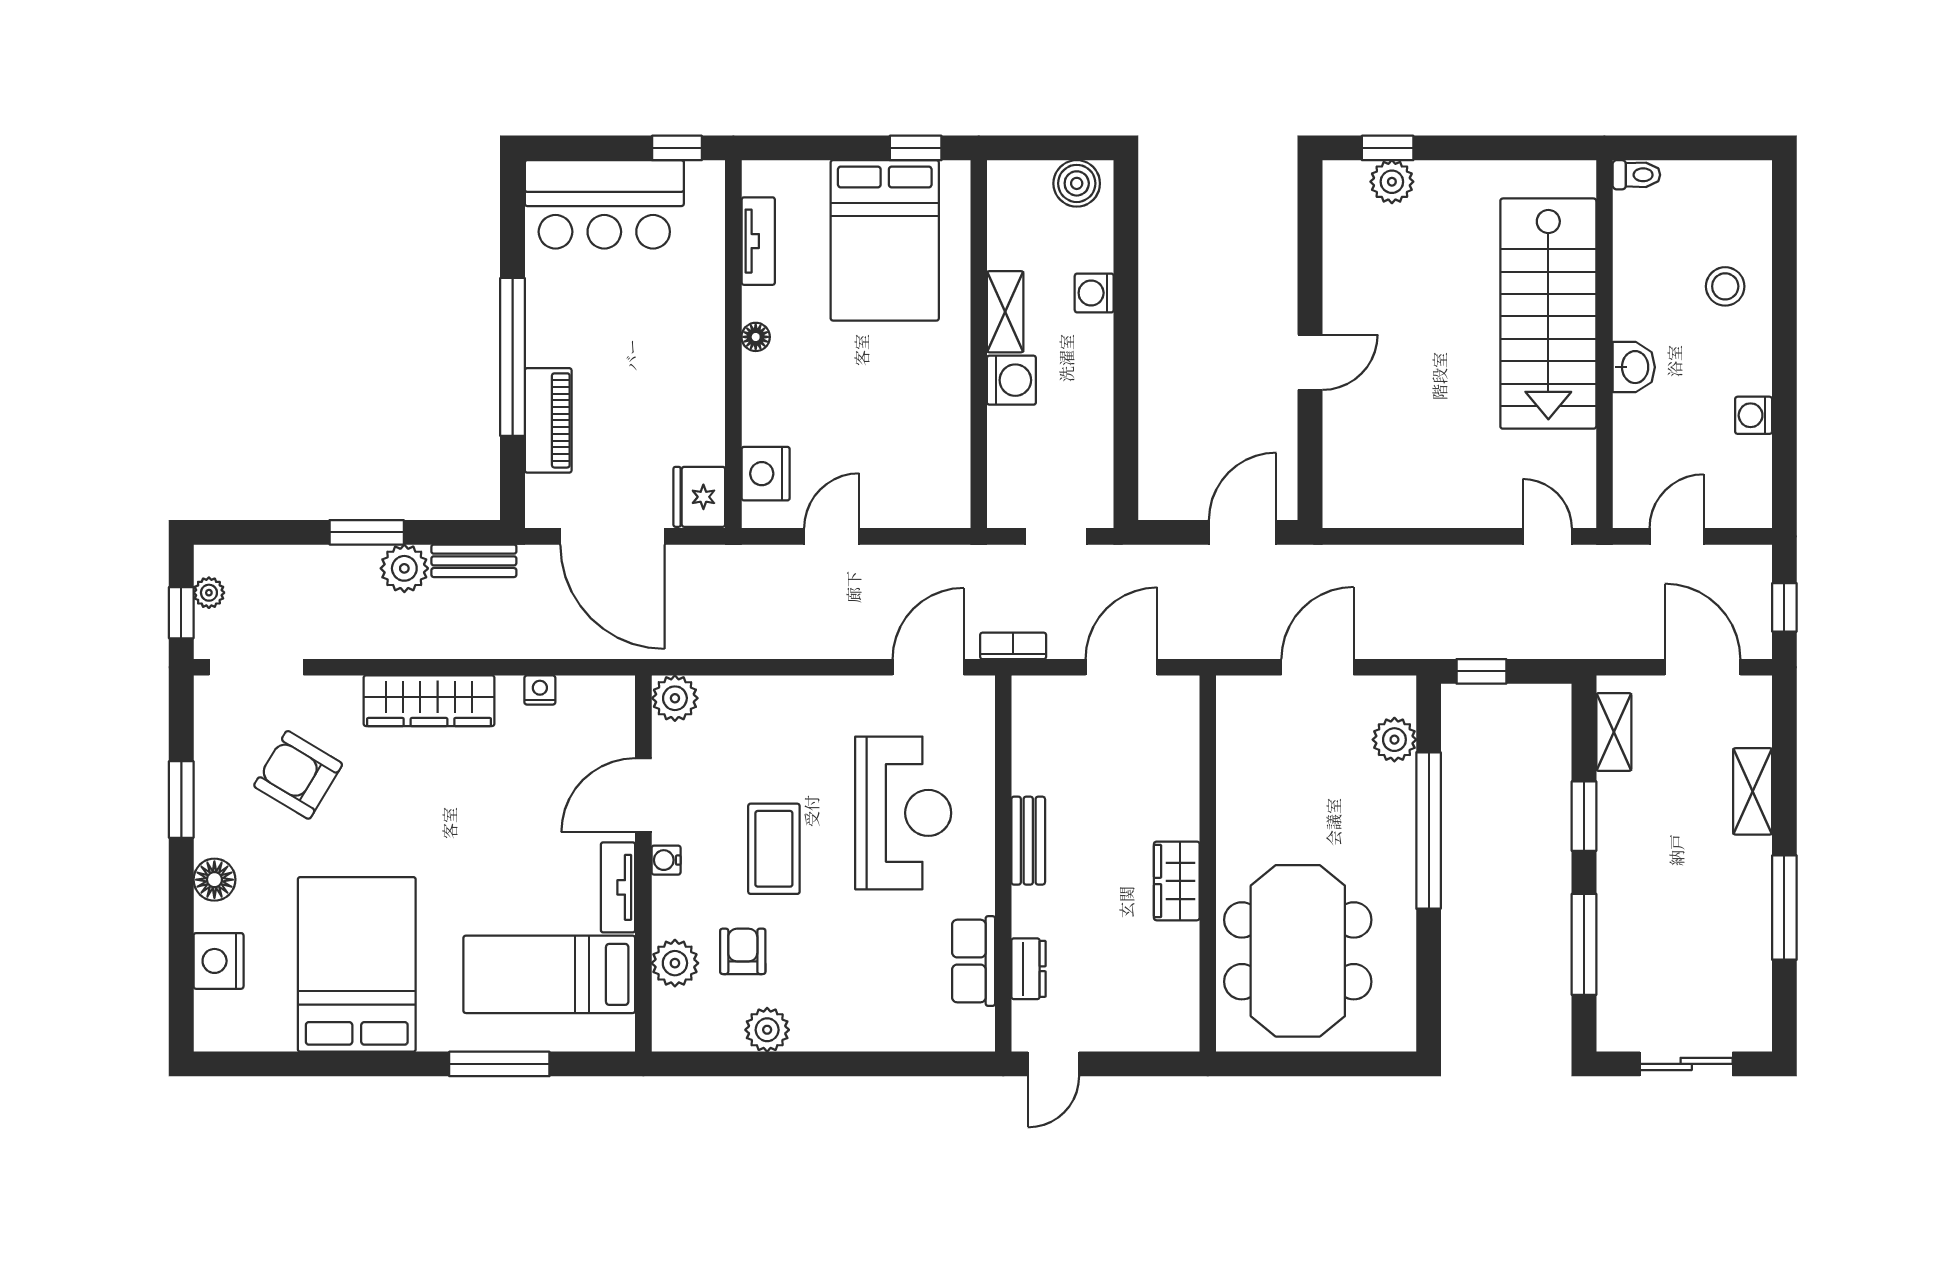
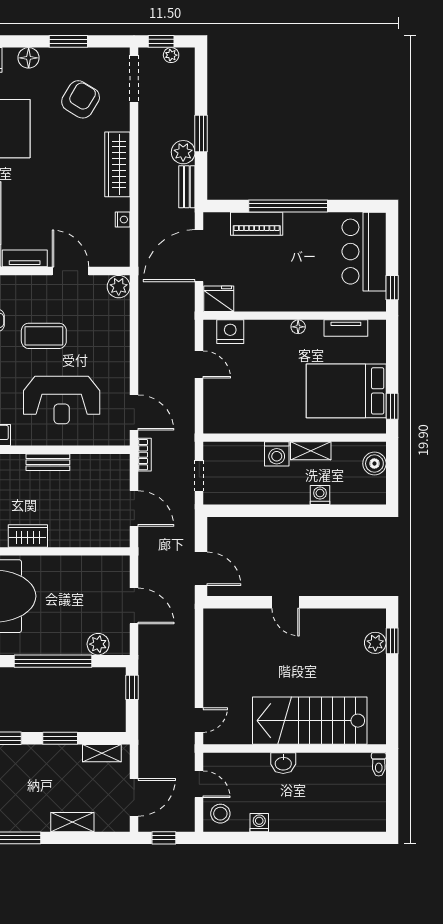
boiler: (1077, 183) -> (374, 464), moved
stool: (1725, 286) -> (220, 814), moved
water cooler: (666, 860) -> (38, 282), removed

